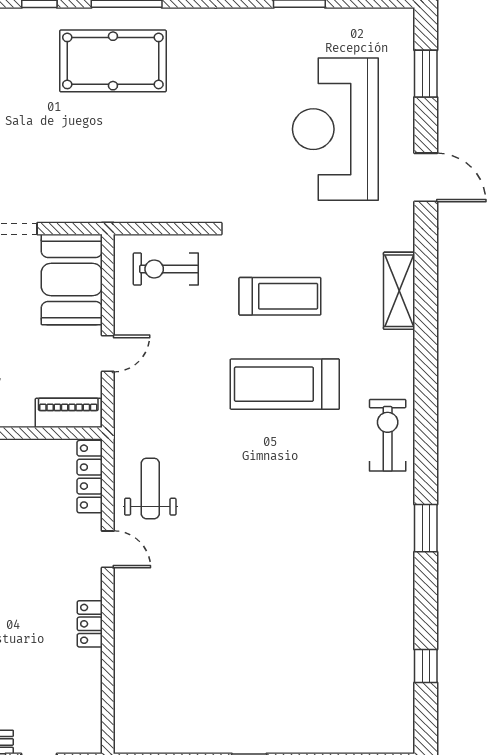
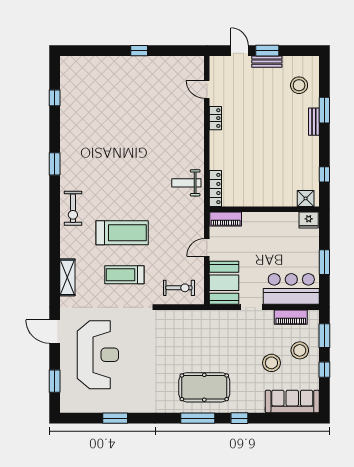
weight bench: (150, 488) -> (186, 183), turned 90
door: (108, 549) -> (207, 89), moved

